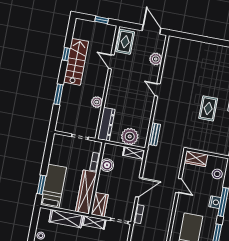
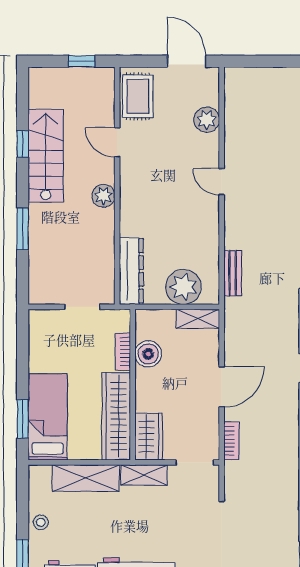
plant: (97, 102) -> (103, 196), moved

